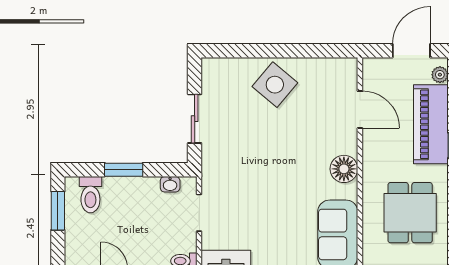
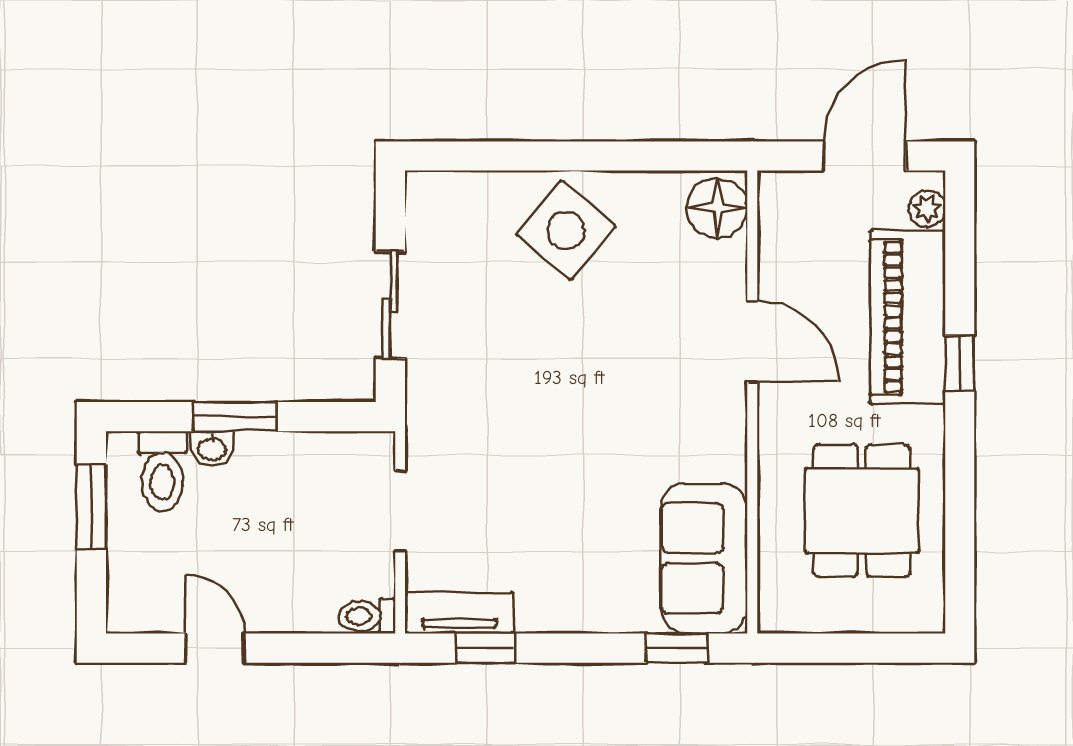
door: (360, 110) -> (752, 341), moved
floor lamp: (344, 169) -> (717, 208), moved
washbasin: (170, 184) -> (212, 448), moved

